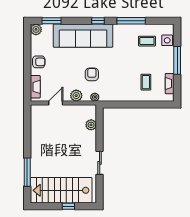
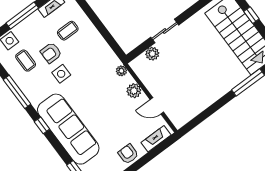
side table: (122, 57) -> (61, 74), added
armchair: (92, 74) -> (51, 53), moved
sliding door: (100, 163) -> (165, 31), moved

